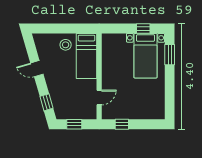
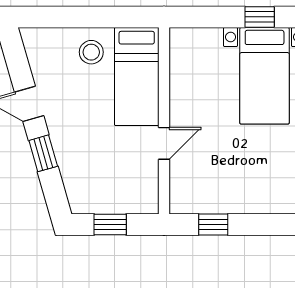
door: (99, 97) -> (164, 143), moved
window: (46, 102) -> (43, 153), moved

